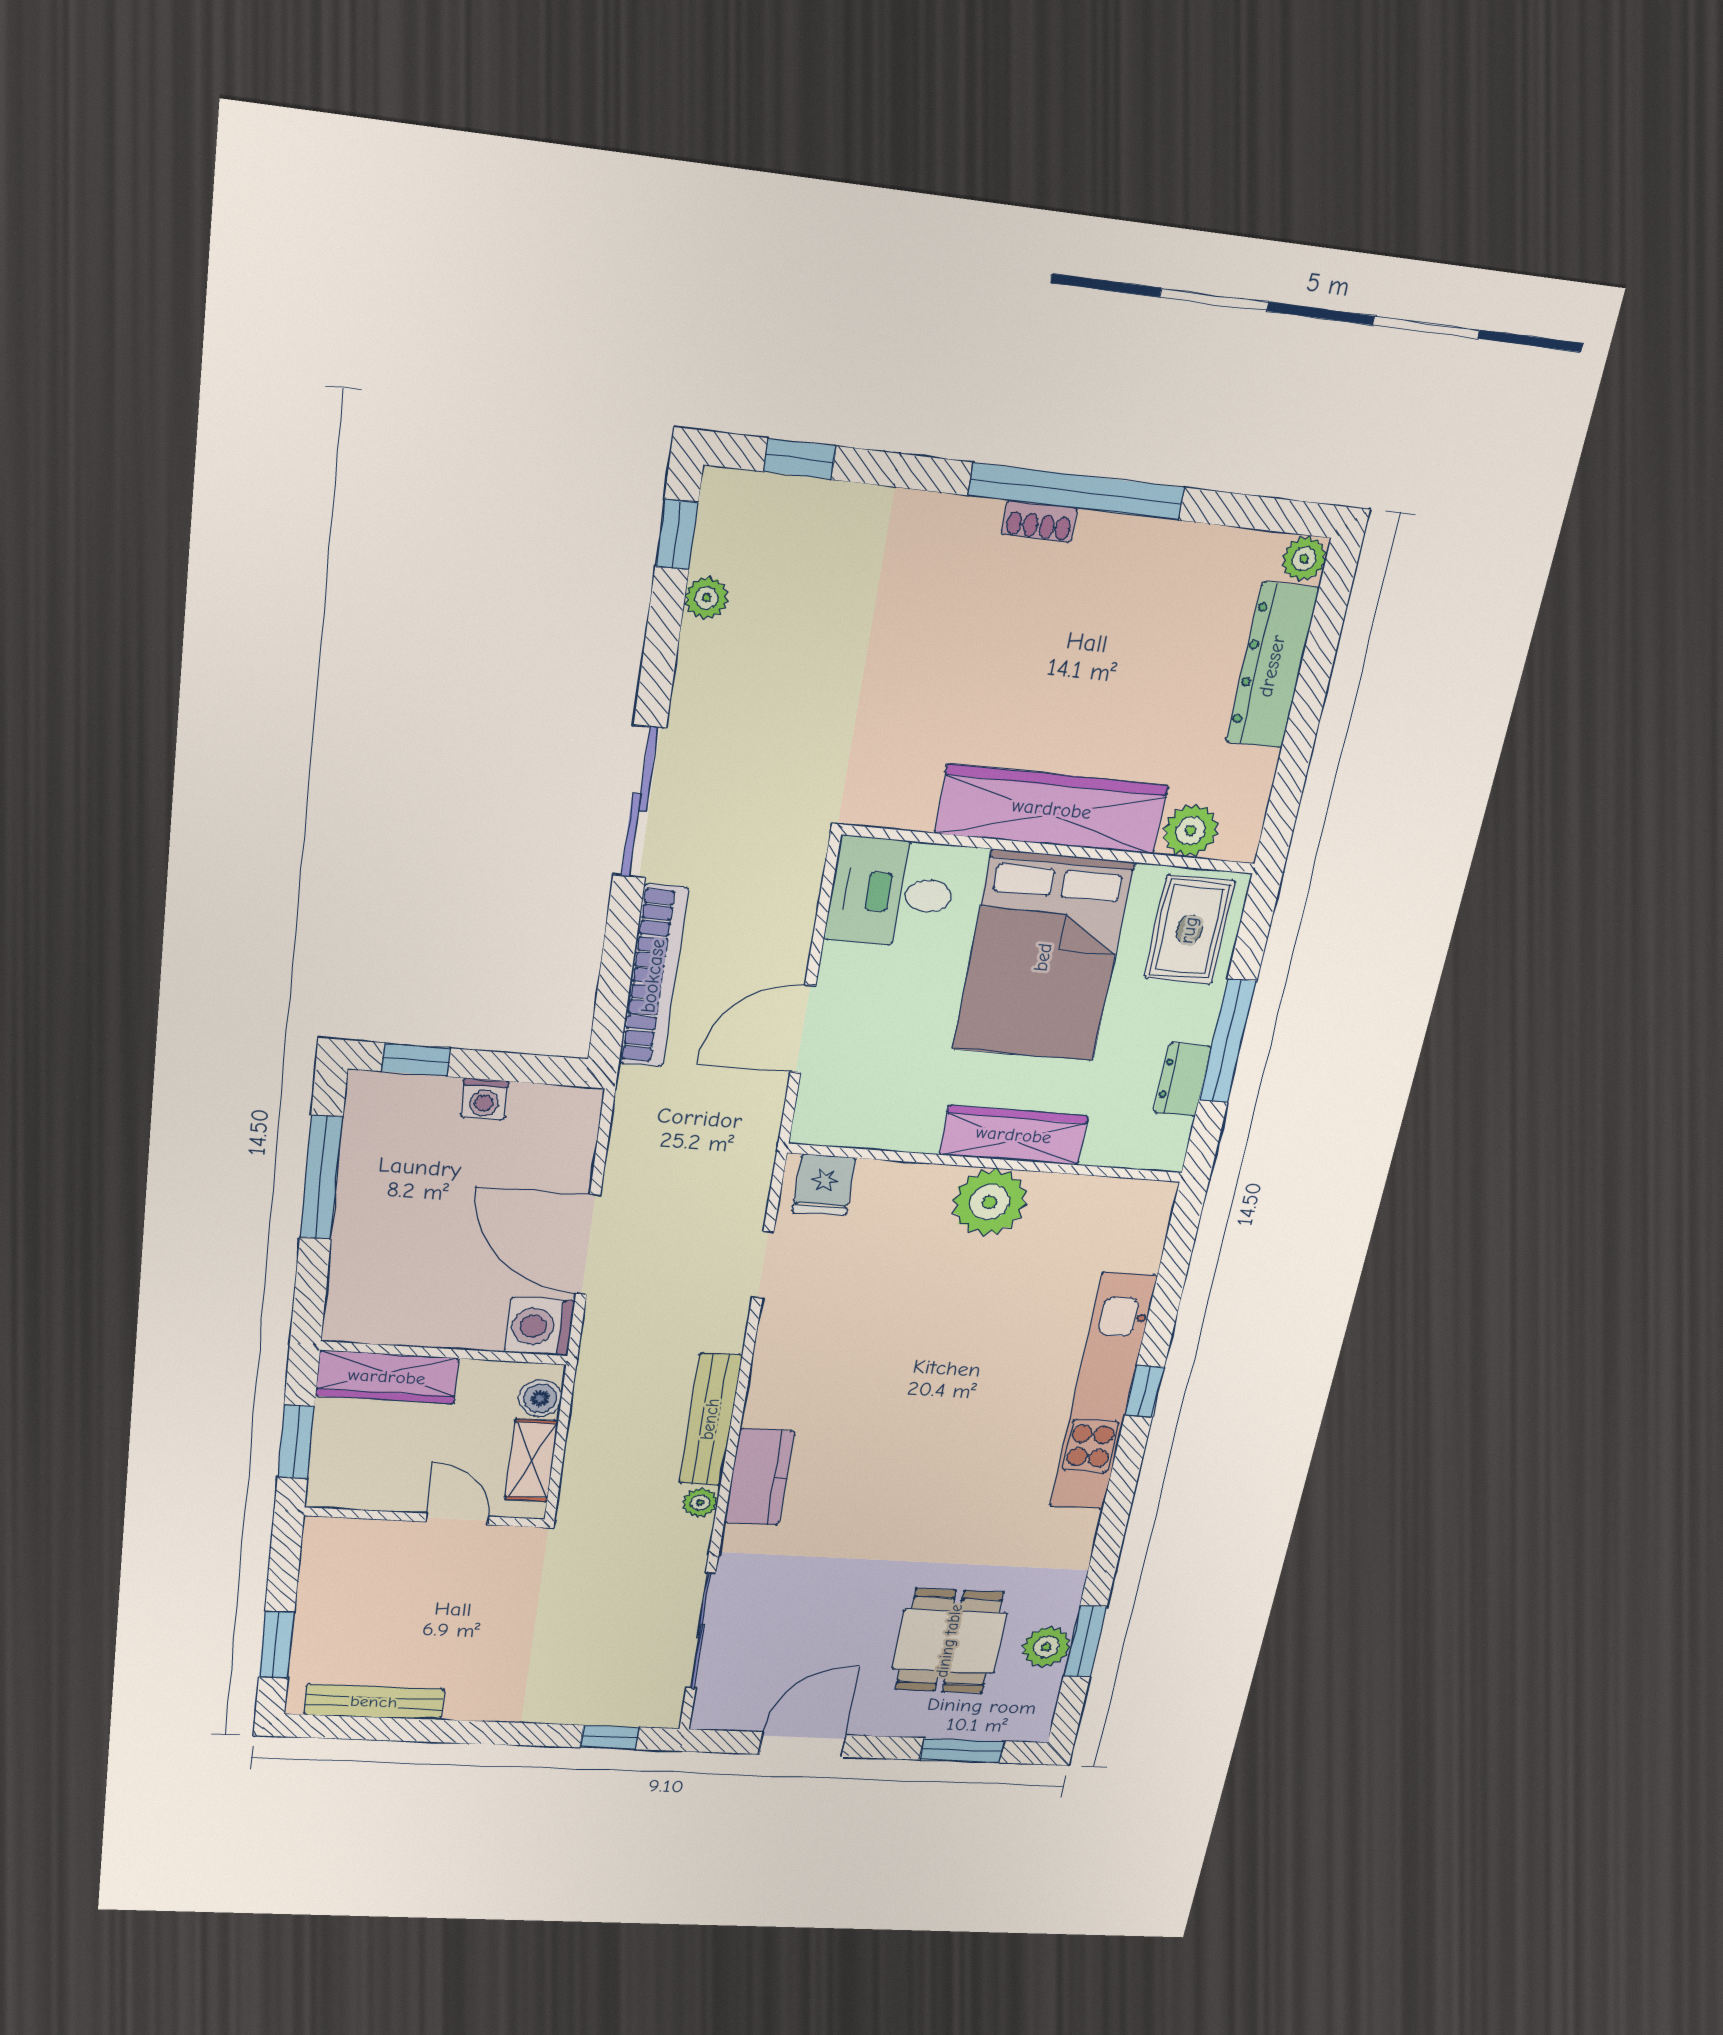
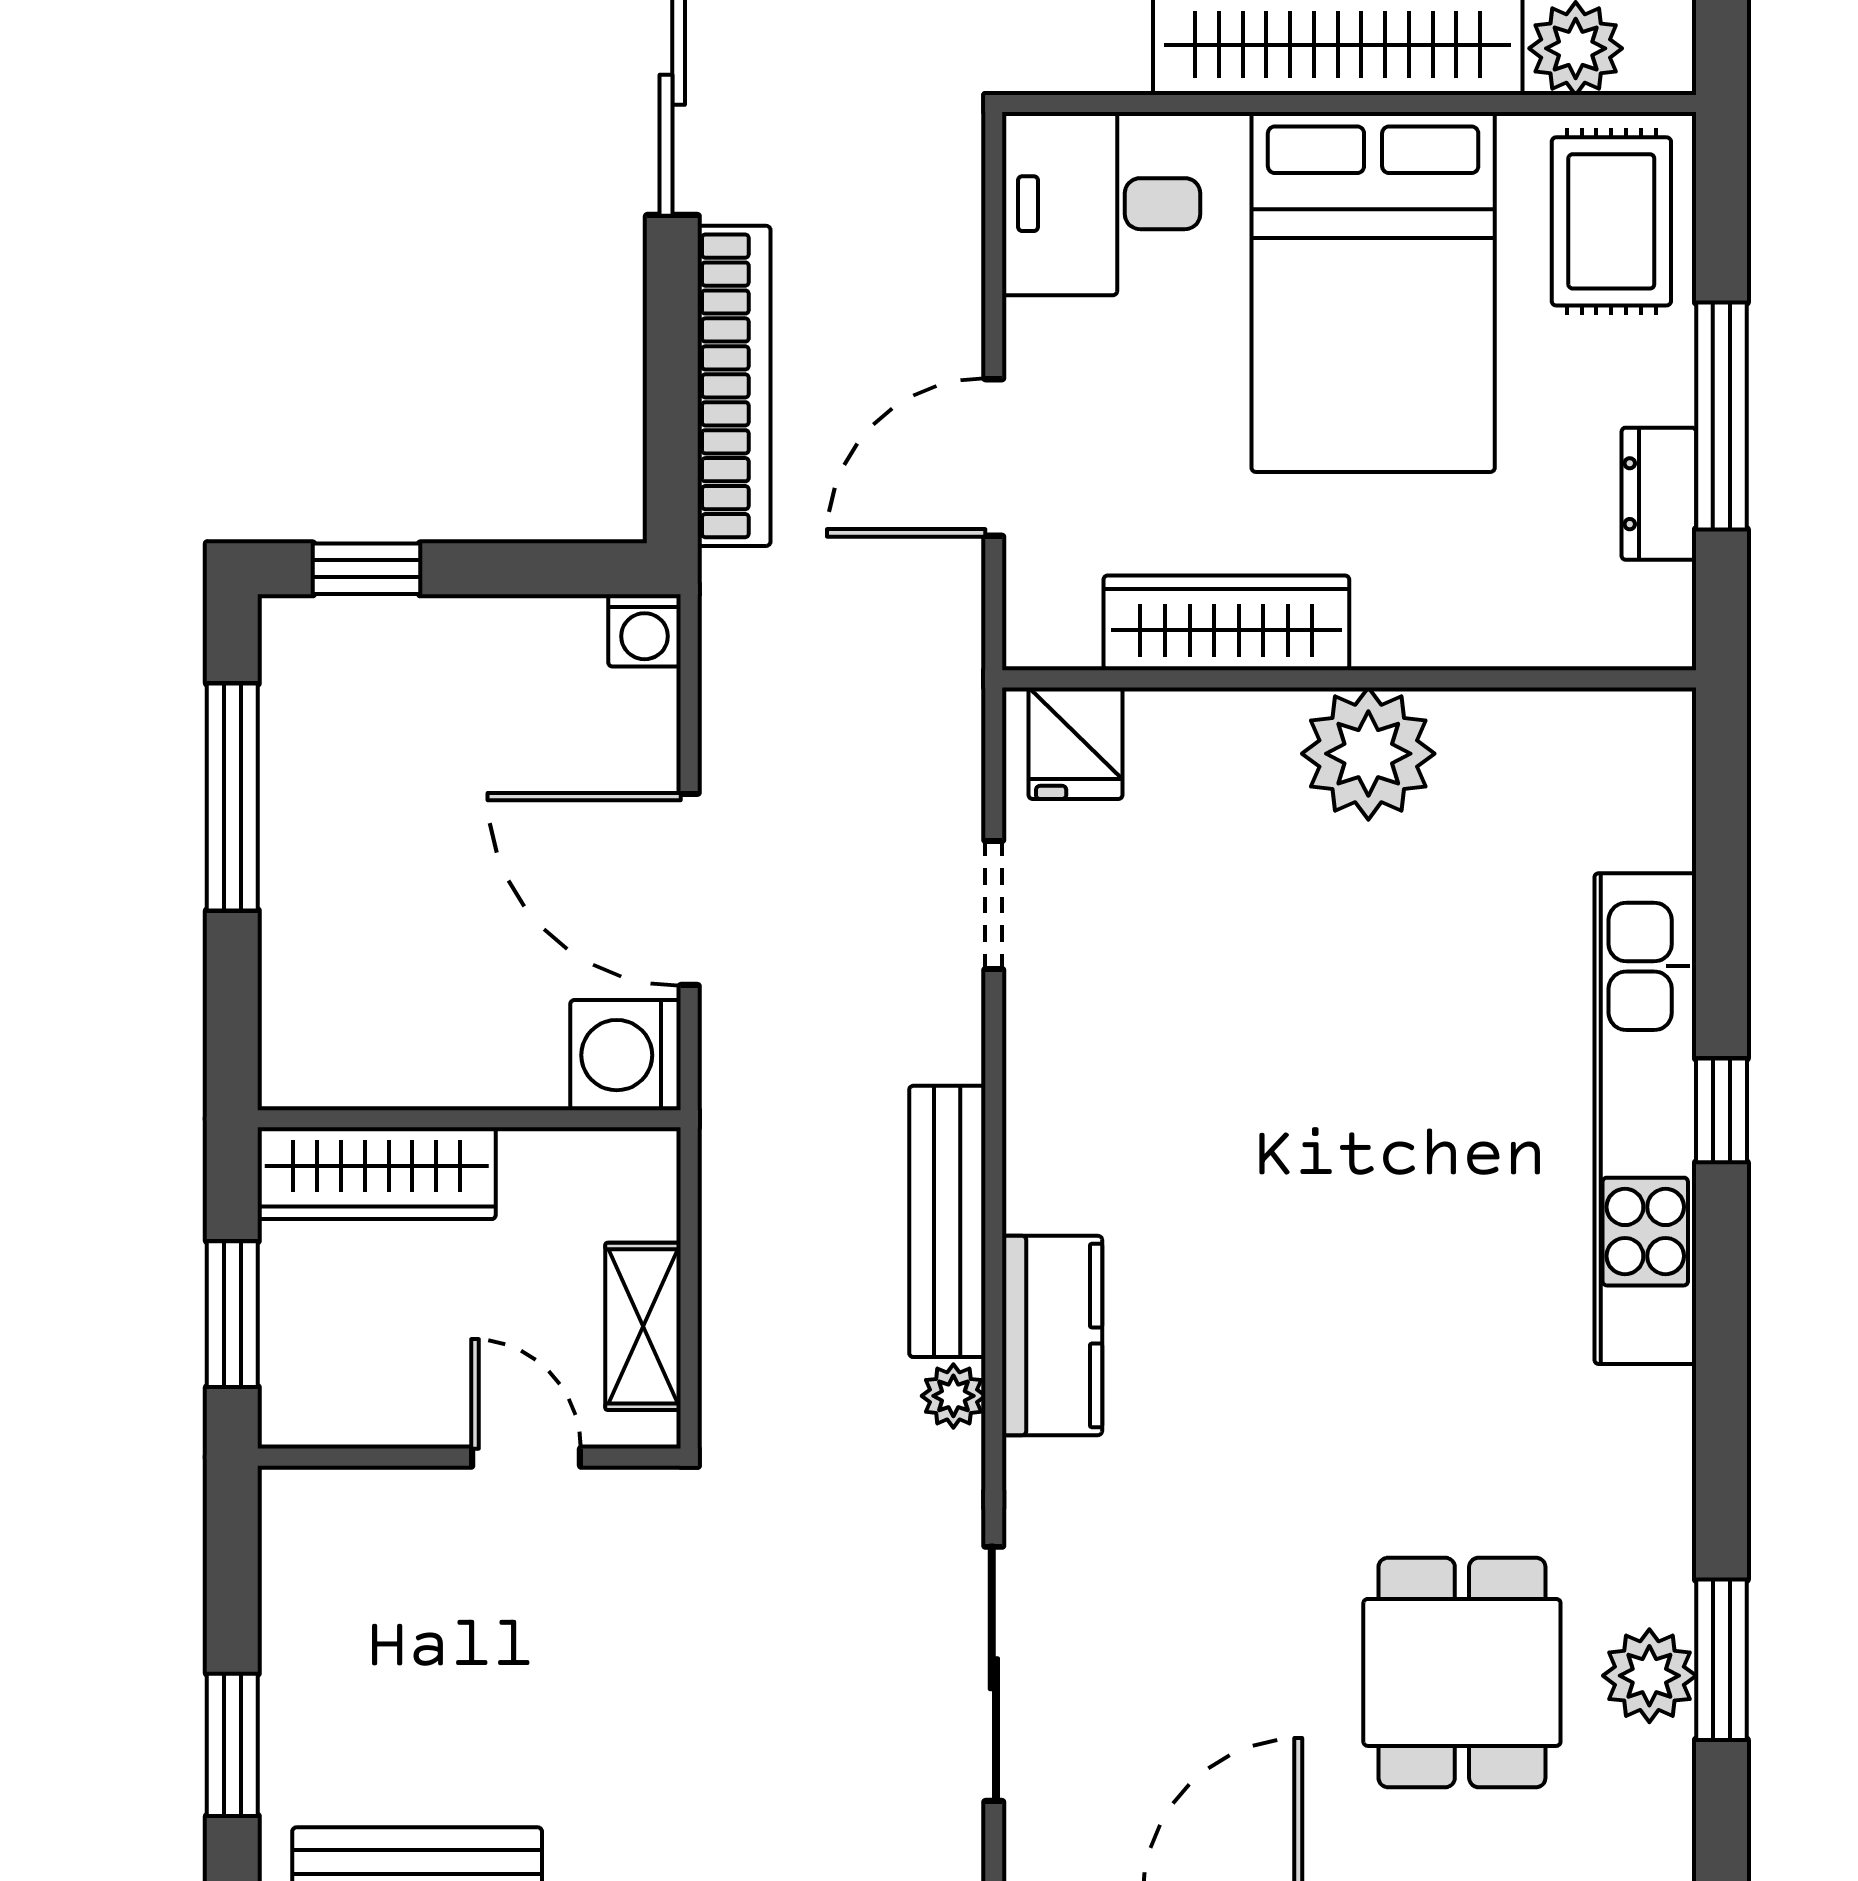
washing machine: (484, 1099) -> (645, 630), moved
wardrobe: (1014, 1135) -> (1226, 623), moved
boiler: (540, 1398) -> (643, 1198), removed

